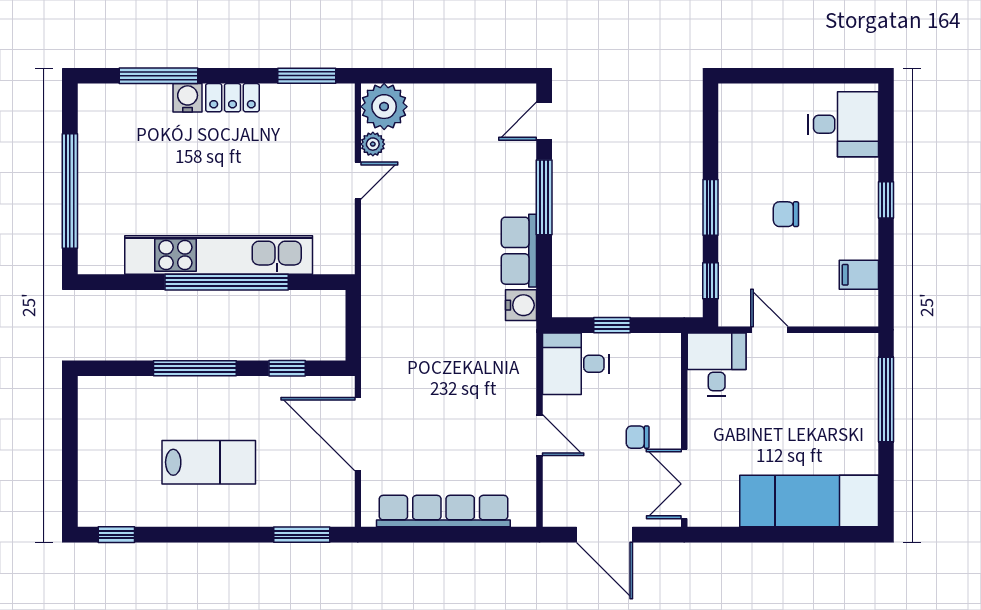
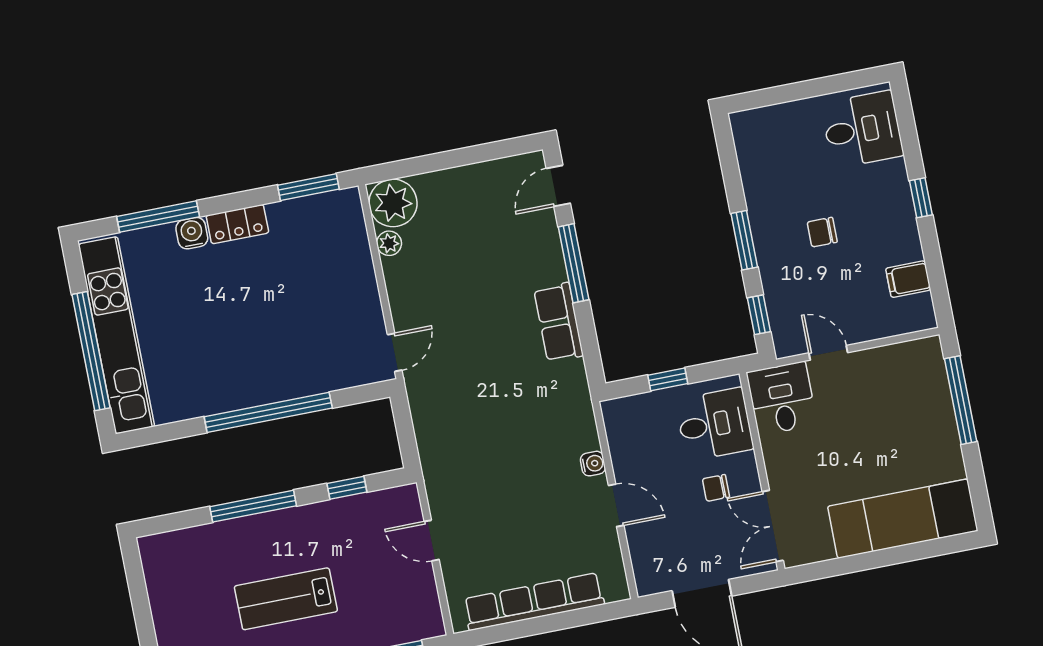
door: (358, 181) -> (395, 352), moved
kitchen unit: (219, 255) -> (116, 335), moved, turned 90
water cooler: (521, 305) -> (593, 464), moved, width x0.72, depth x0.72
desk: (576, 364) -> (714, 424), moved, turned 180
door: (358, 434) -> (432, 541), width x0.53
lab bench: (209, 462) -> (286, 599), turned 180

